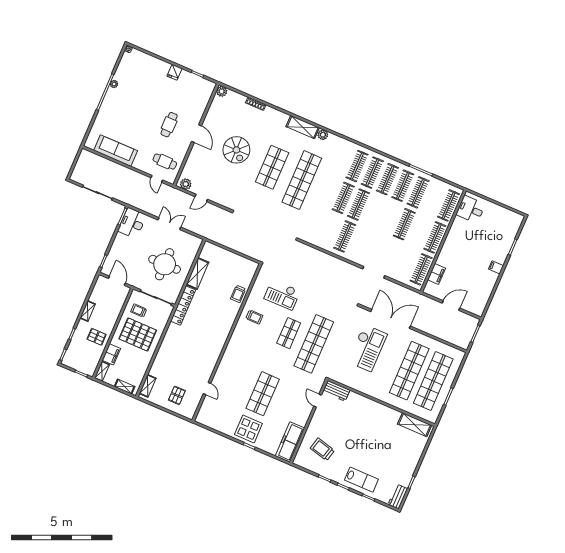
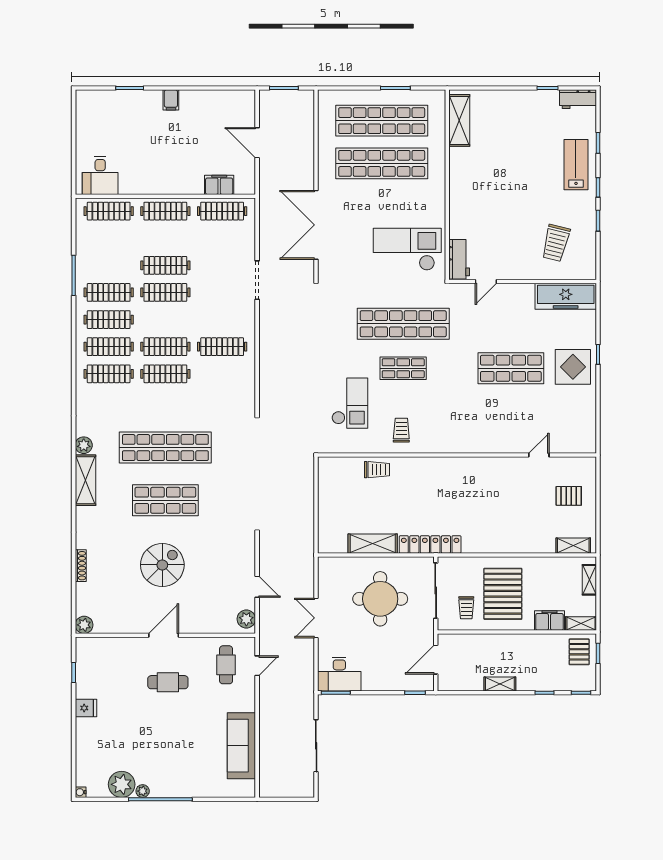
plant: (123, 74) -> (122, 784), added
clothes rail: (418, 192) -> (165, 292), moved
pallet: (97, 337) -> (579, 652), moved
checkout: (367, 348) -> (407, 249), moved

